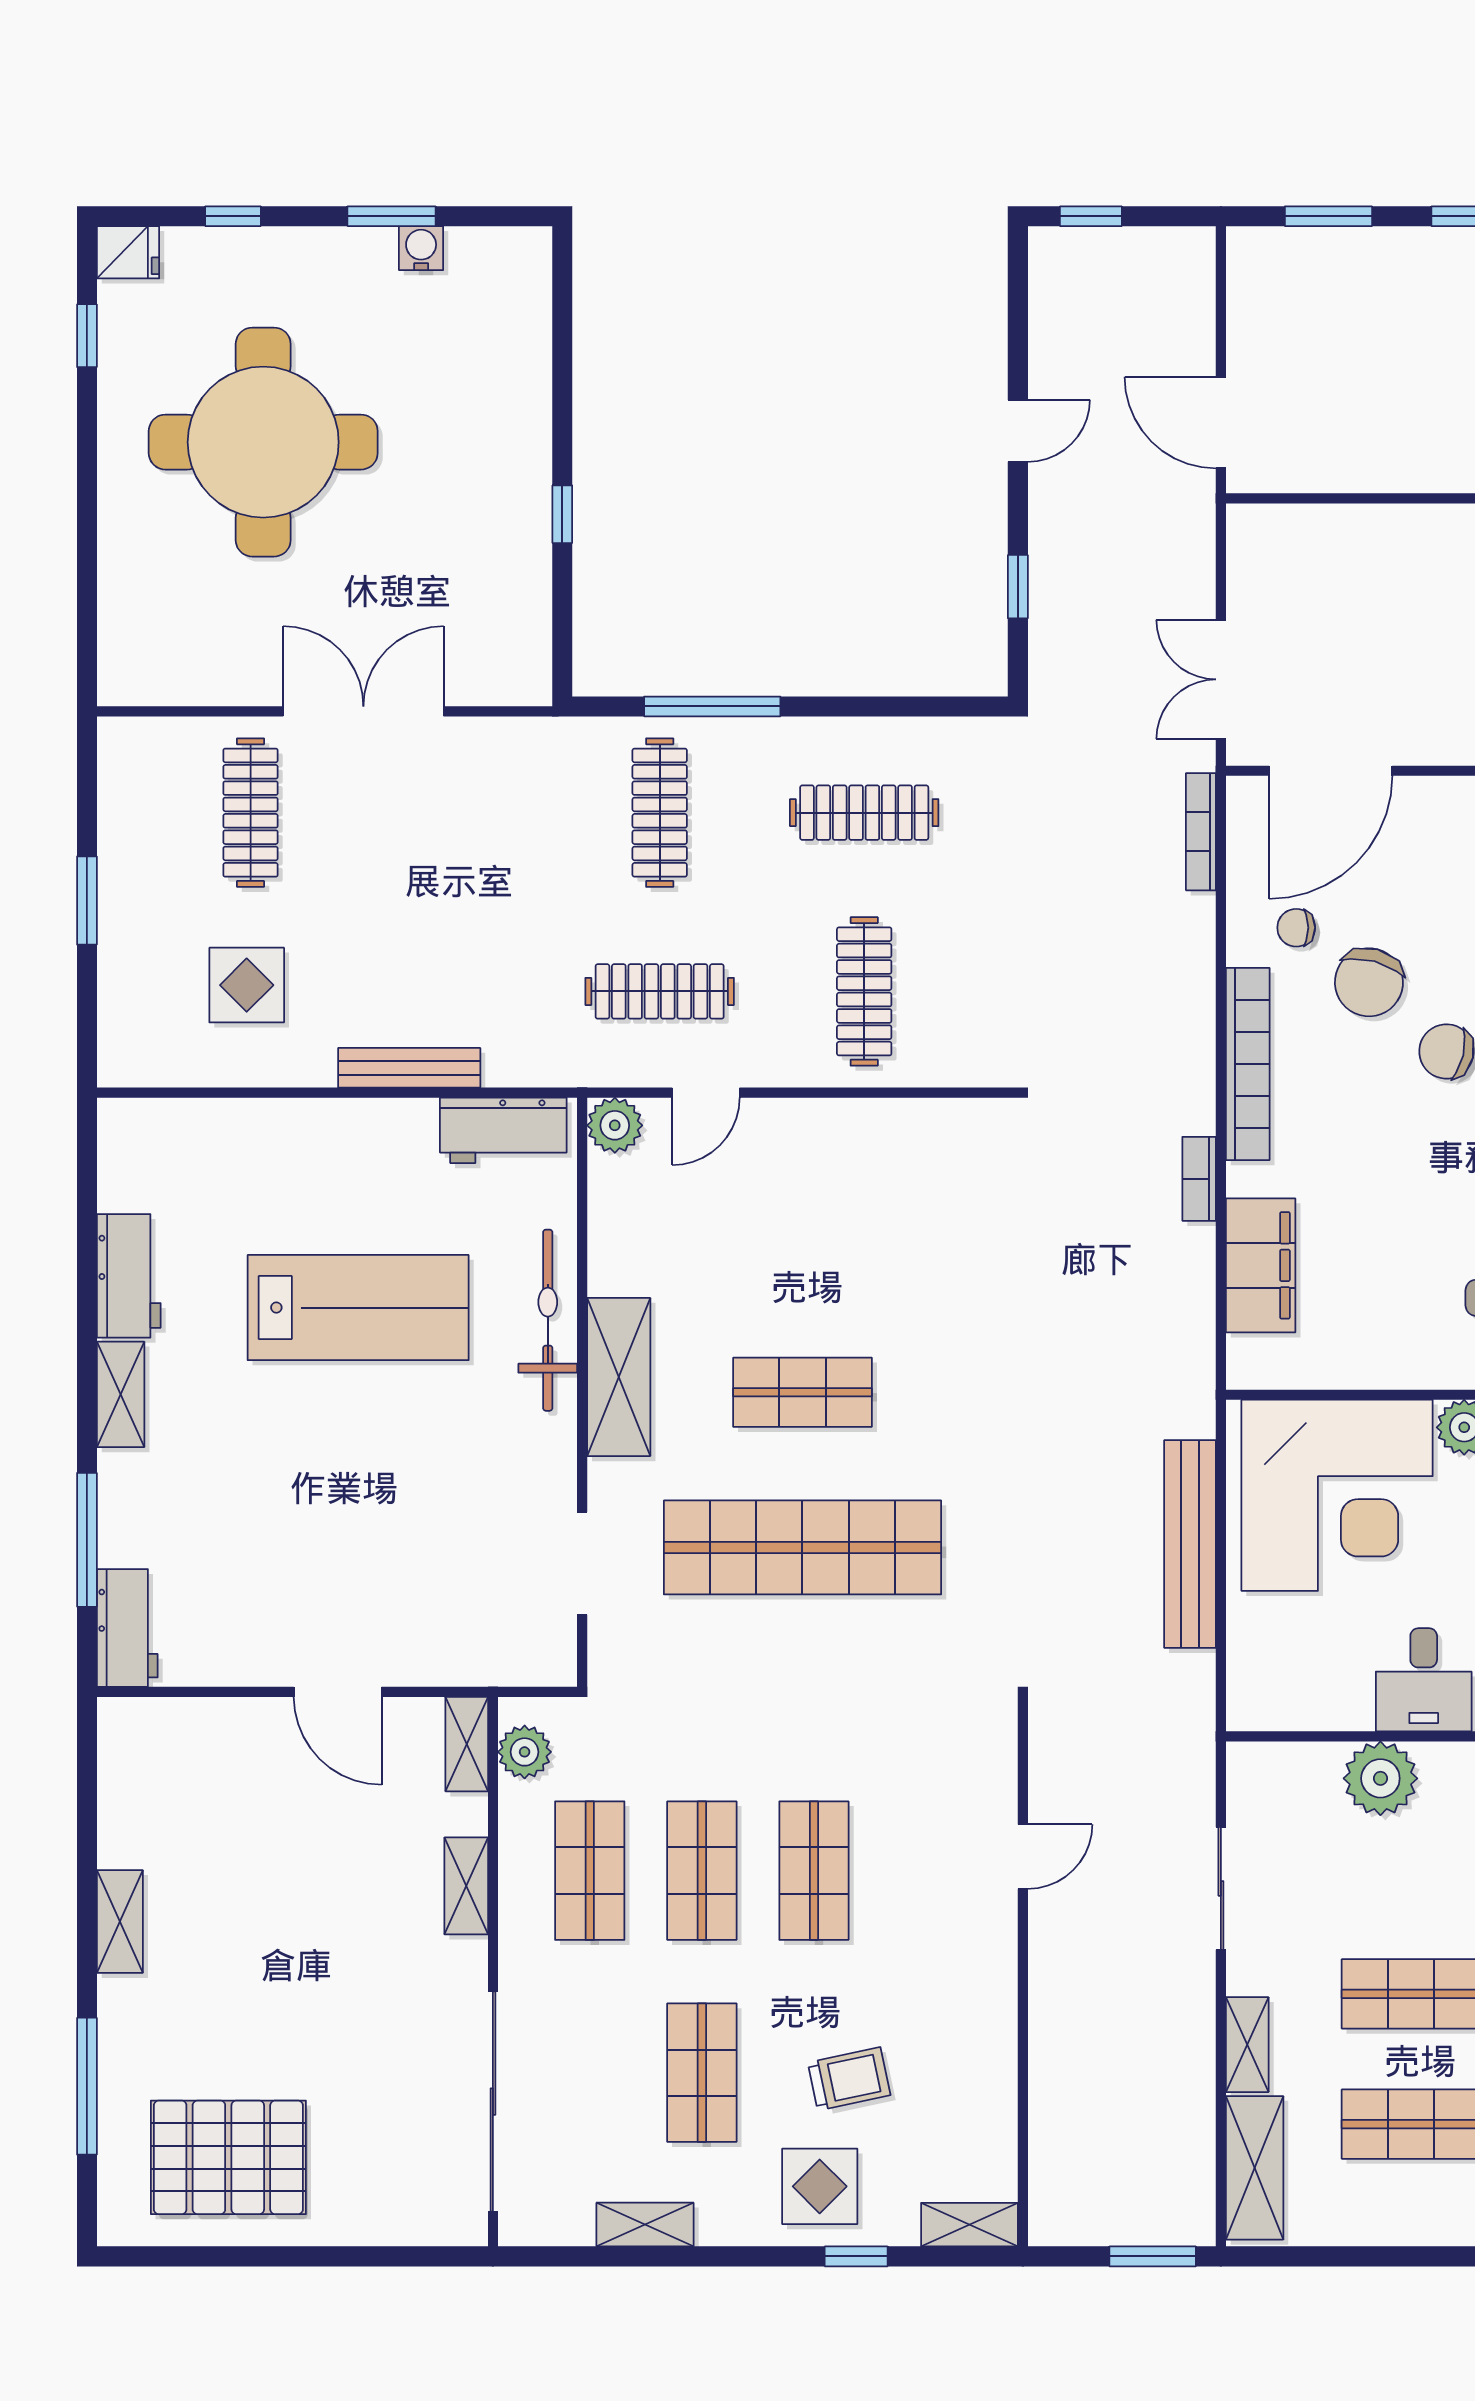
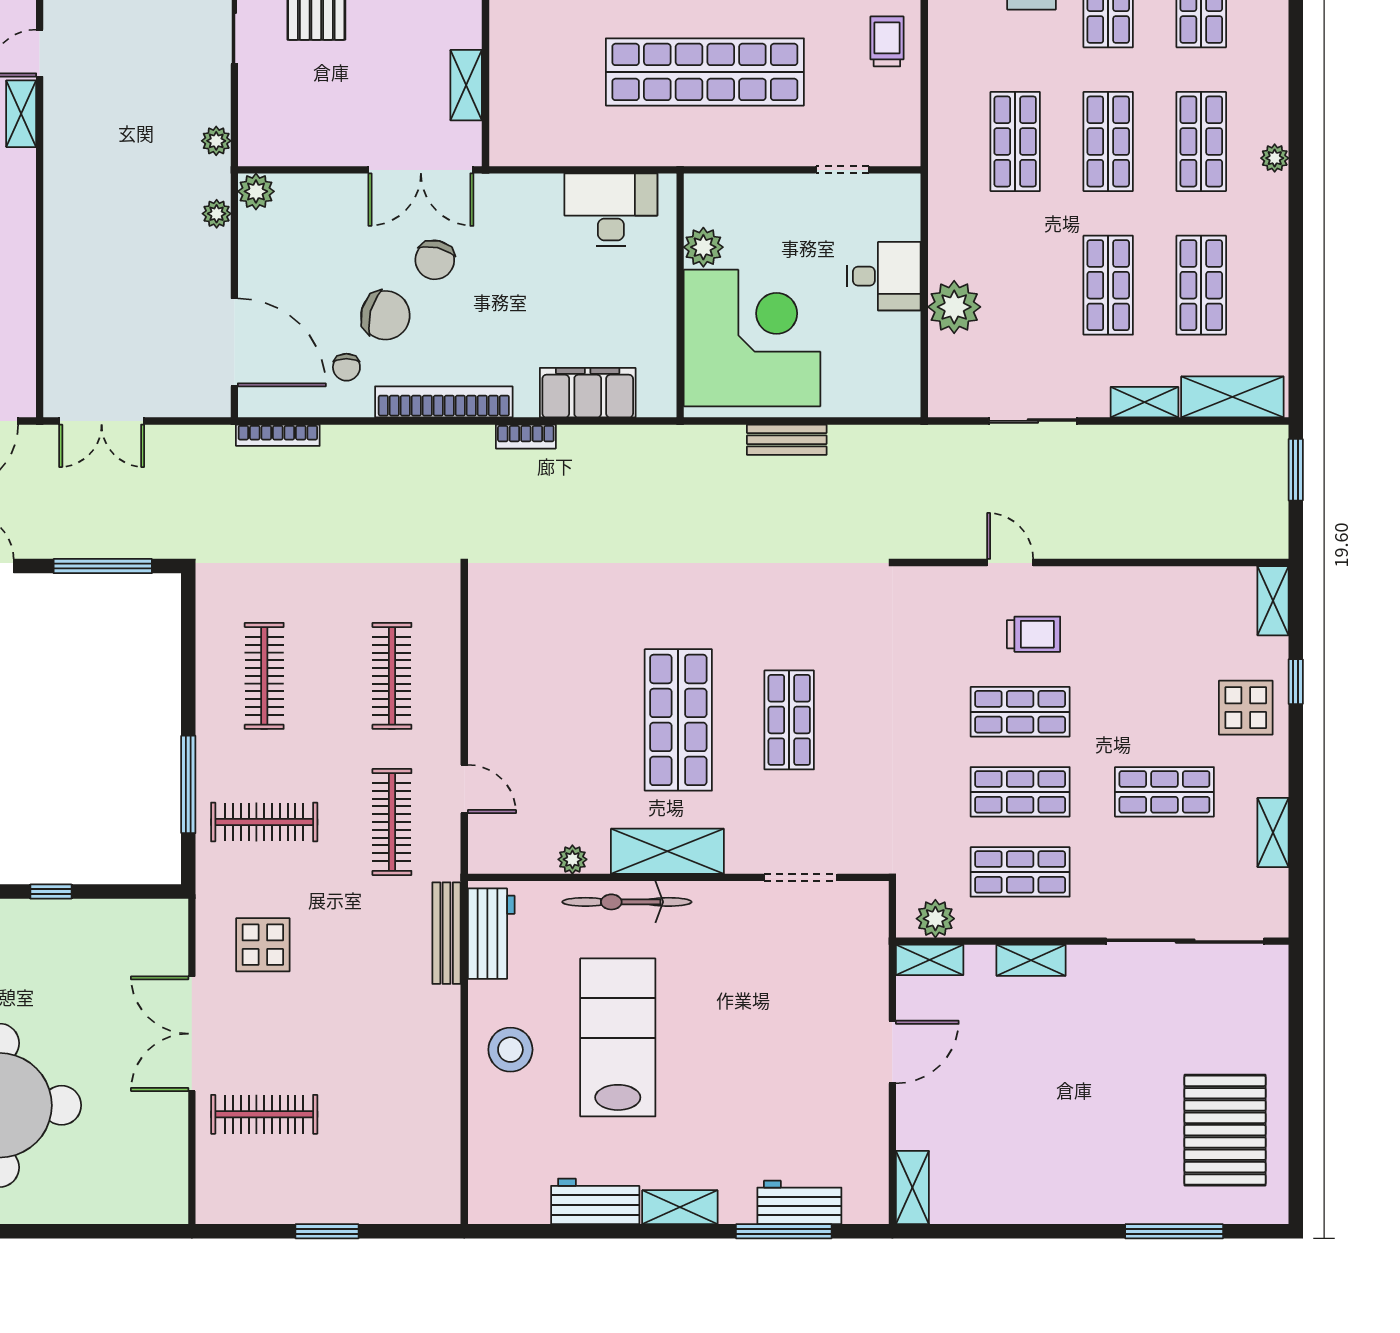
window: (1018, 587) -> (103, 566), width x2.17
double door: (1221, 679) -> (102, 421), moved
display table: (247, 985) -> (263, 945), moved
clothes rail: (864, 991) -> (392, 676), turned 90
bench: (409, 1068) -> (447, 933), moved
plant: (615, 1125) -> (572, 859), moved, width x0.73, depth x0.73
stool: (341, 1157) -> (510, 1050), added
shop shelf: (802, 1392) -> (678, 720), width x1.43, depth x1.36
bench: (1190, 1544) -> (787, 440), width x0.54, depth x0.82
shop shelf: (802, 1547) -> (789, 720), width x0.50, depth x0.74
workbench: (127, 1628) -> (799, 1202), moved
shelving: (120, 1922) -> (912, 1187), moved, turned 90
trolley: (849, 2079) -> (1034, 634), moved, turned 102

